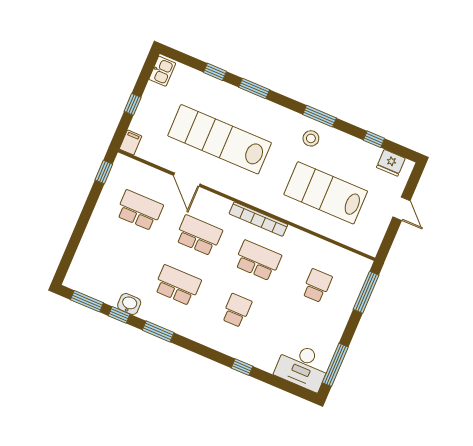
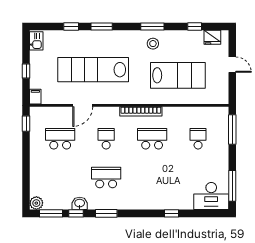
door: (187, 180) -> (83, 105), hinge flipped
lab bench: (326, 193) -> (178, 75), turned 180
school desk: (199, 235) -> (106, 139), width x0.54
plant: (74, 280) -> (36, 203), added
school desk: (237, 310) -> (152, 178), removed

